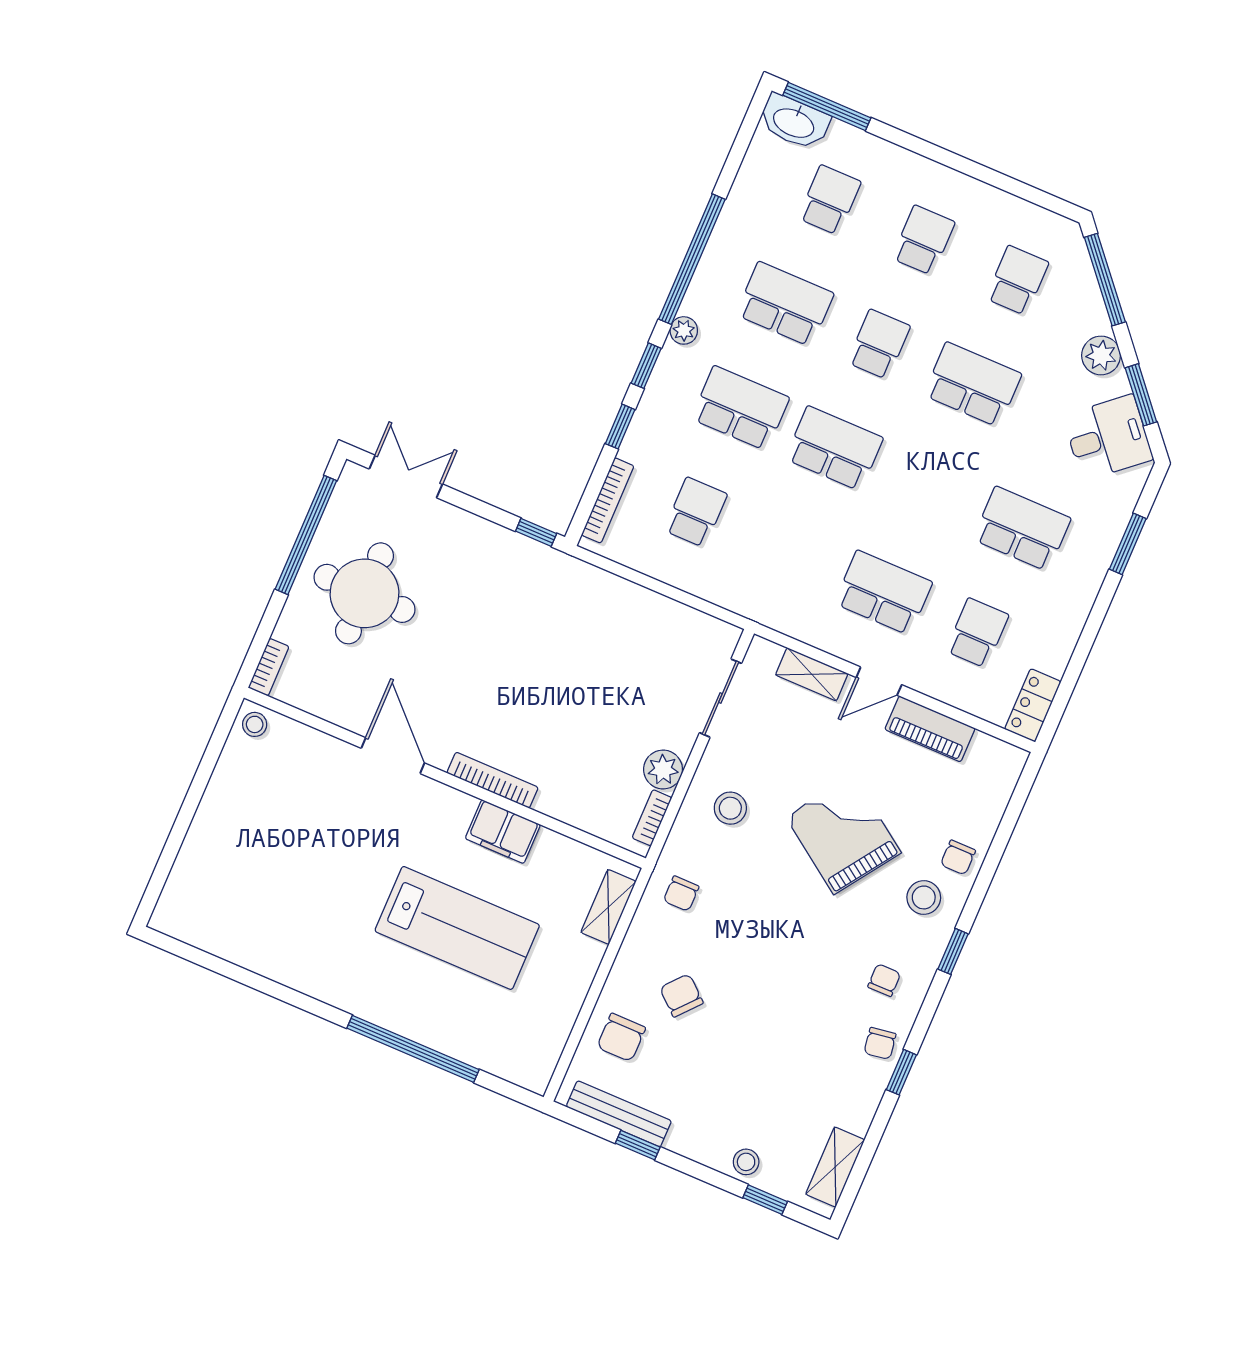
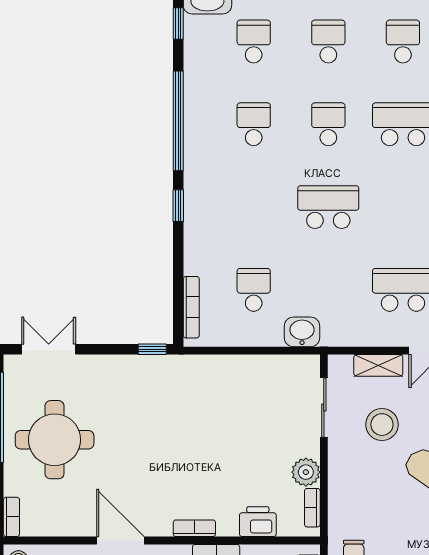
school desk: (785, 304) -> (254, 124), width x0.54
plant: (684, 330) -> (193, 171), removed
school desk: (740, 408) -> (254, 207), removed
window: (620, 427) -> (178, 23), moved
washbasin: (734, 591) -> (302, 332), added
bookcase: (493, 780) -> (194, 528), width x0.64
printer: (576, 806) -> (258, 522), added
stool: (730, 808) -> (382, 425), moved, width x1.38, depth x1.38

